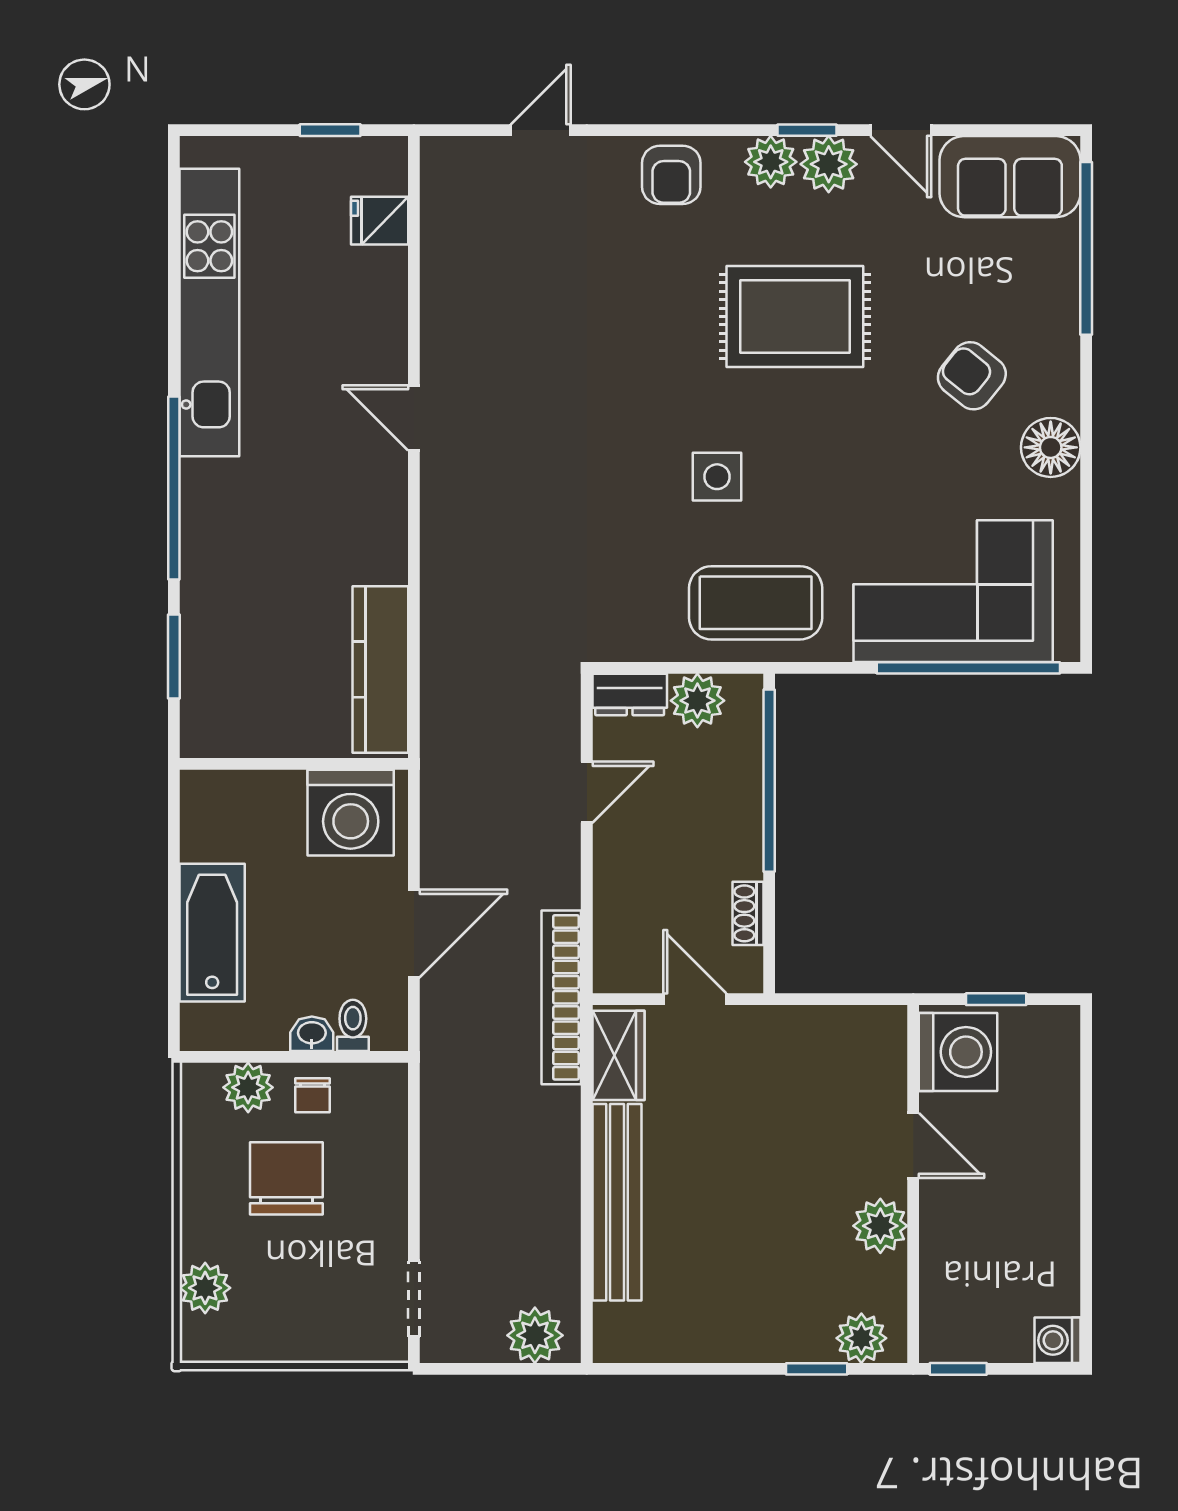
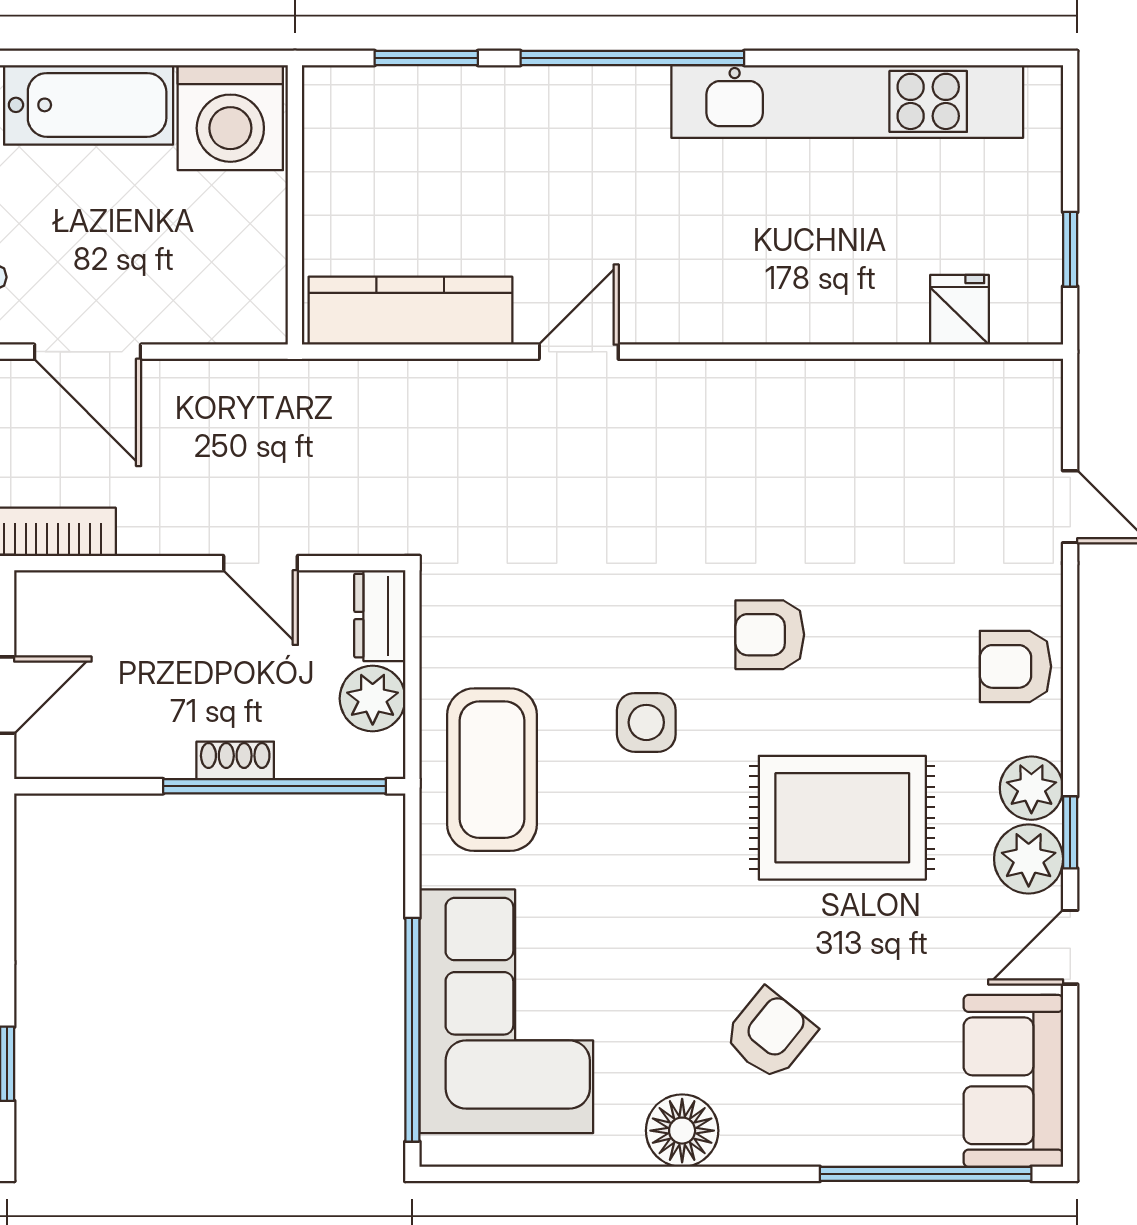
rug: (795, 316) -> (842, 818), turned 90
armchair: (645, 376) -> (770, 635), added
door: (414, 418) -> (579, 352), moved
washing machine: (351, 813) -> (230, 118), moved, turned -90
shoe rack: (748, 913) -> (235, 760), moved

